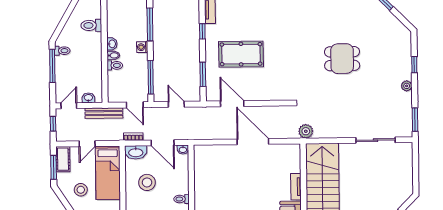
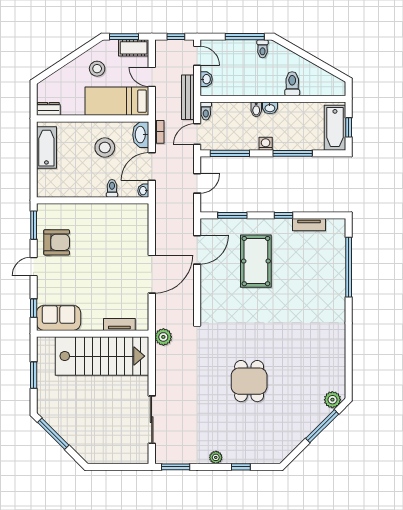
toilet: (115, 65) -> (206, 111), moved
tv unit: (296, 187) -> (119, 324), moved
toilet: (181, 199) -> (112, 188), moved

